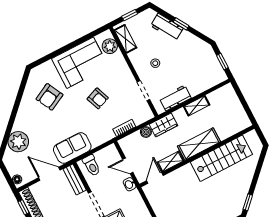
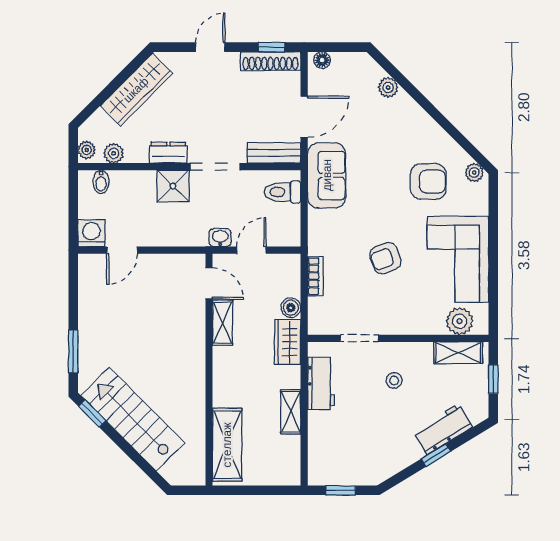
plant: (33, 77) -> (474, 172), added
armchair: (49, 97) -> (428, 181), turned 117
plant: (18, 142) -> (388, 87), width x0.53, depth x0.53
shelving: (199, 144) -> (227, 445), moved
stairs: (221, 158) -> (133, 419), moved, turned 135

